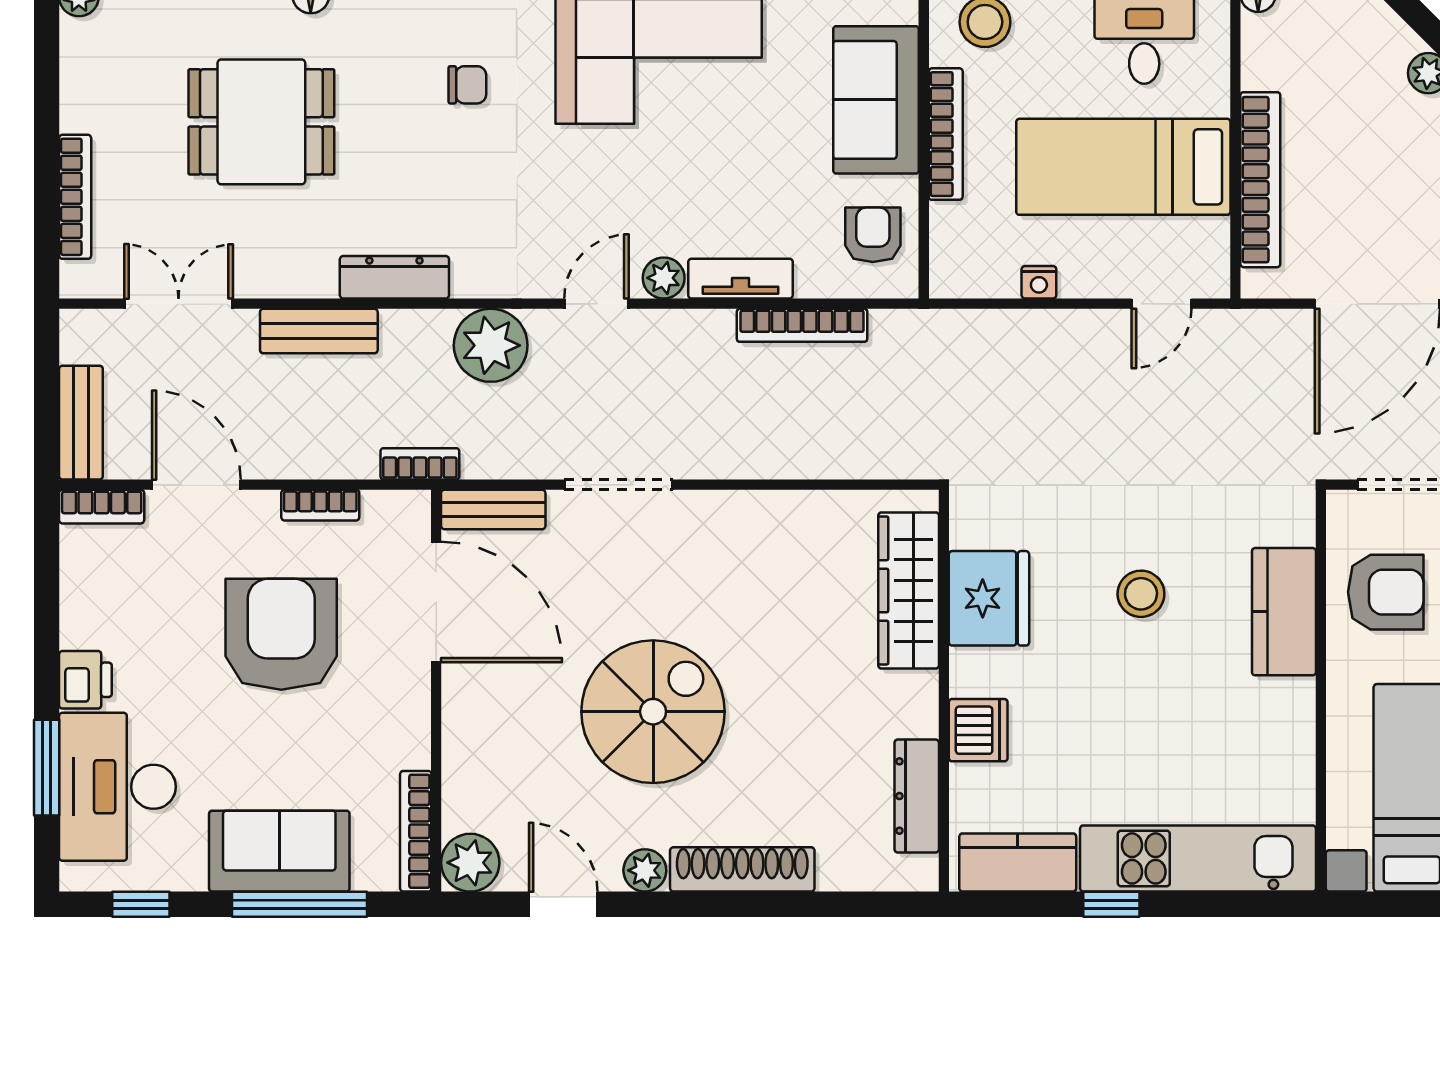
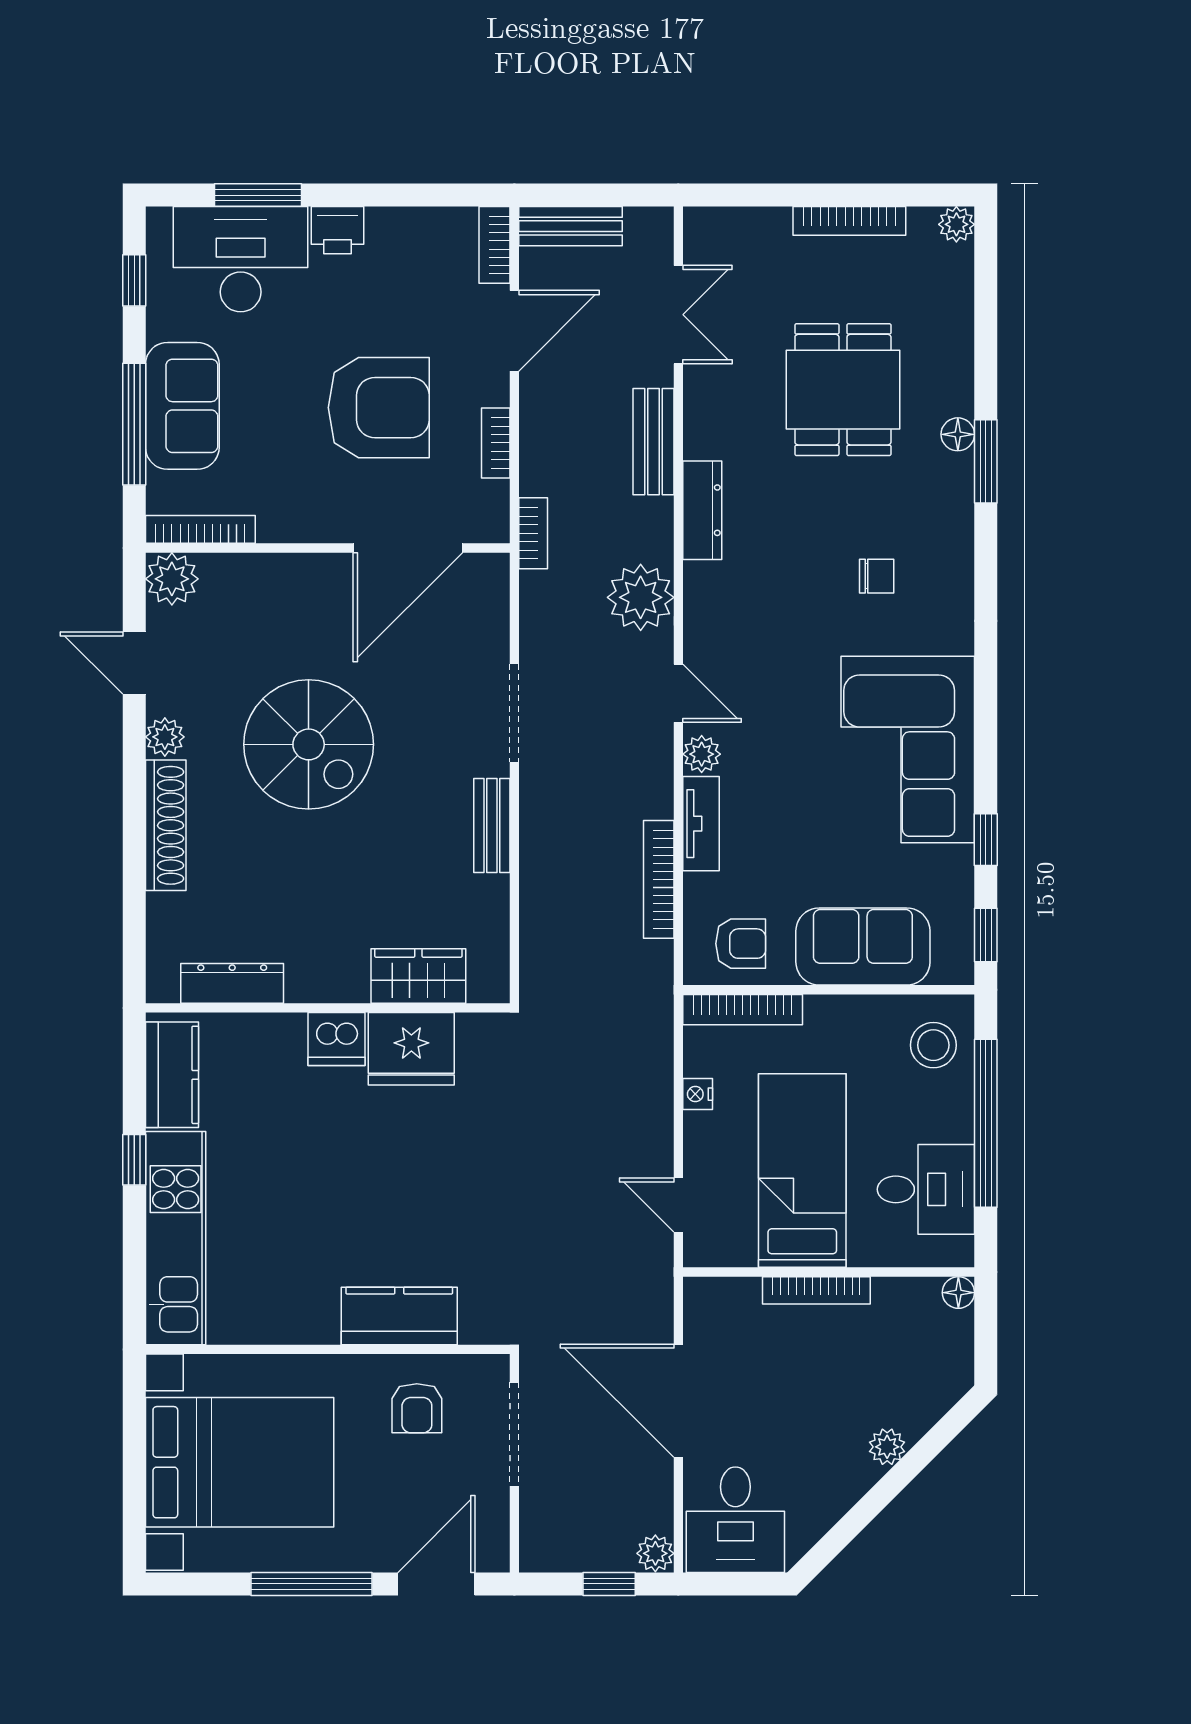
chair: (467, 85) -> (877, 576), turned -90
bookcase: (946, 134) -> (743, 1010), moved
bookcase: (1260, 180) -> (816, 1290), width x0.68, depth x0.76
bookcase: (75, 197) -> (849, 221), moved
bench: (493, 509) -> (492, 825), moved
wardrobe: (909, 590) -> (418, 976), width x0.67
armchair: (1386, 592) -> (417, 1408), width x0.72, depth x0.72
stool: (1141, 594) -> (415, 1186), removed
dishwasher: (978, 730) -> (336, 1039), moved
door: (563, 904) -> (134, 663), swing flipped

